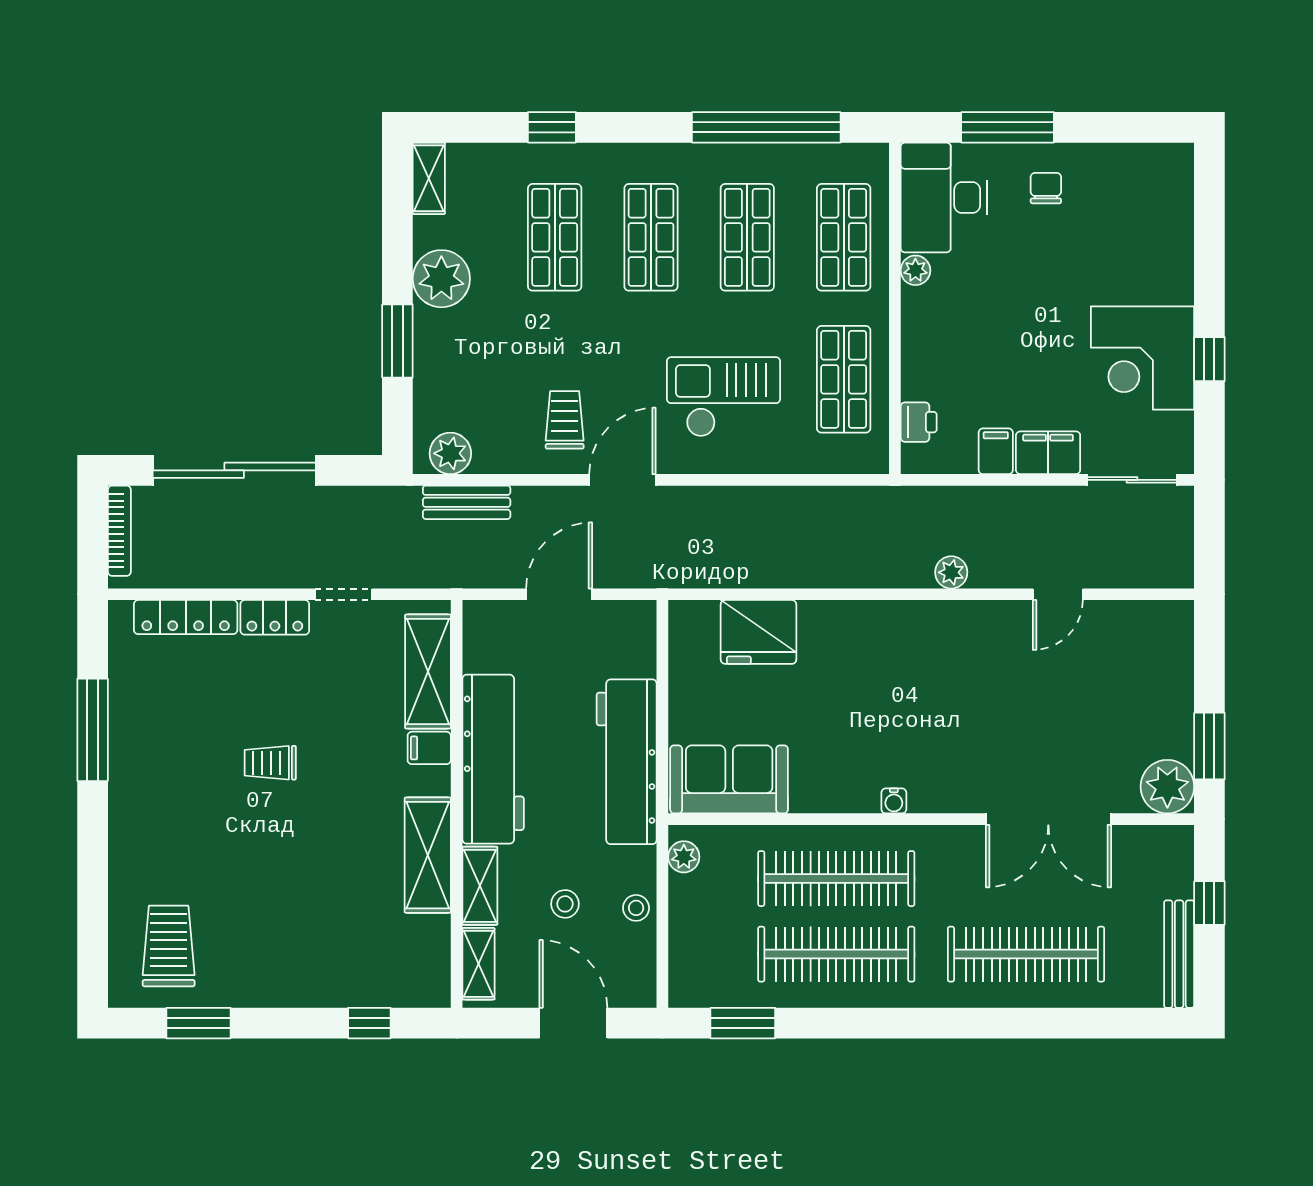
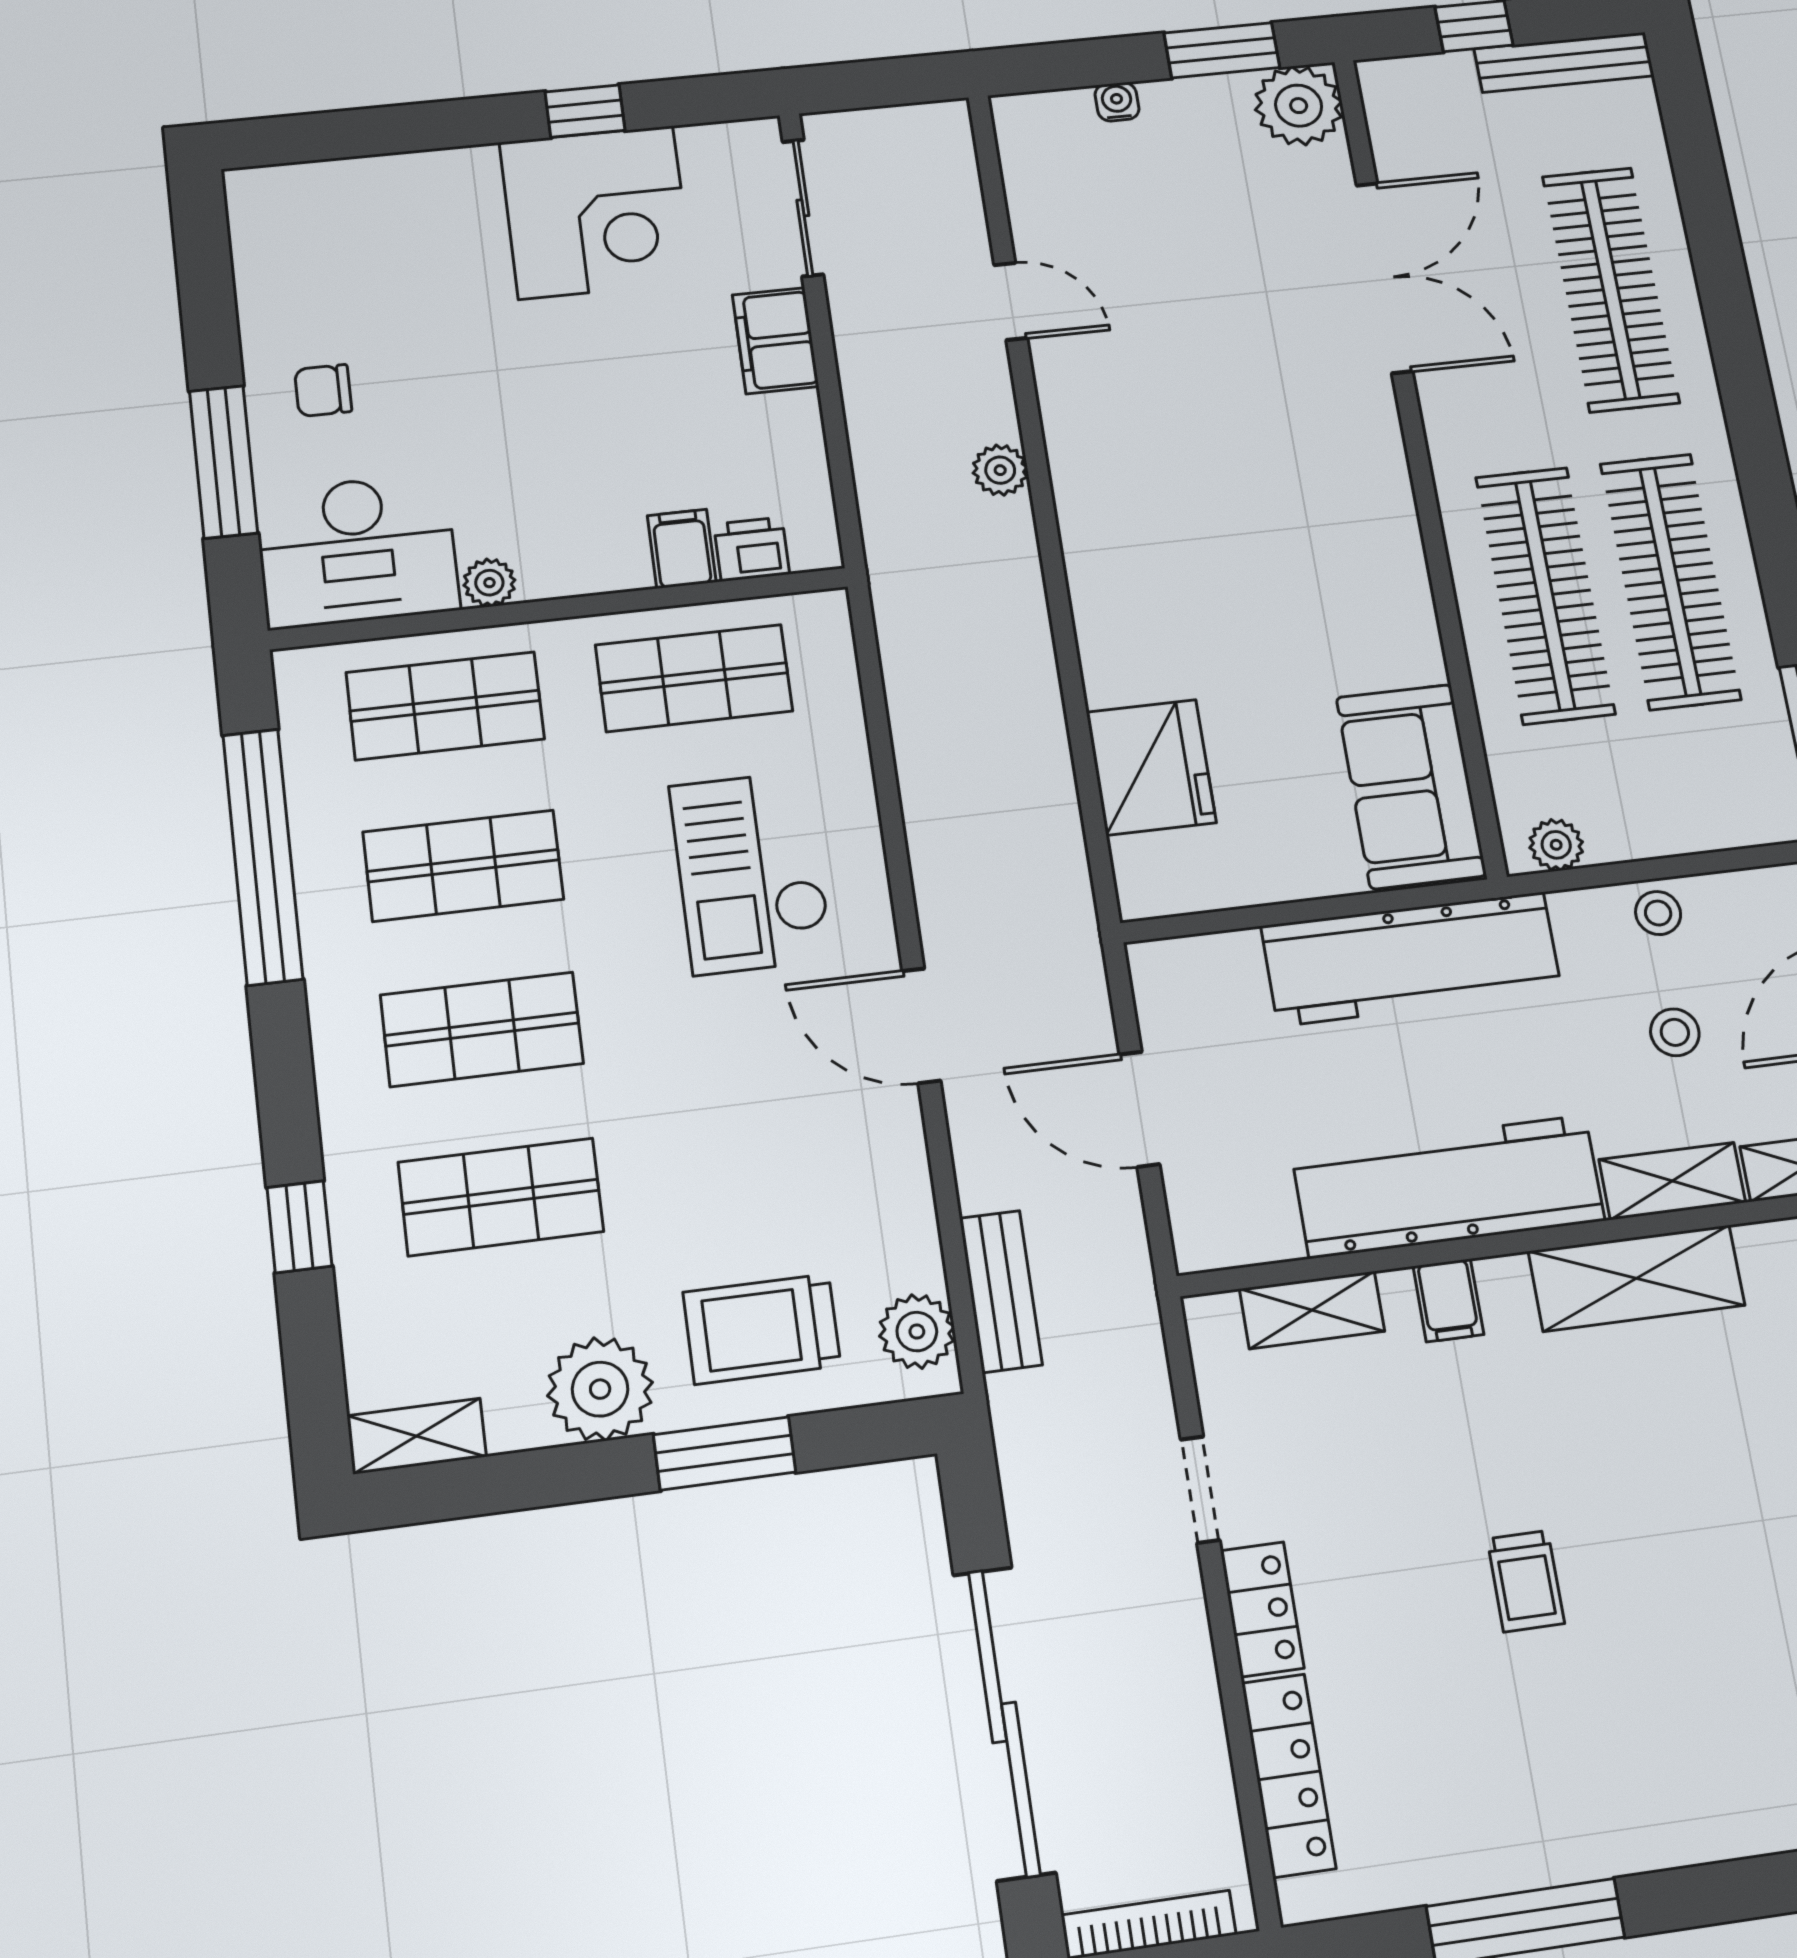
trolley: (565, 420) -> (762, 1329), moved, width x1.36, depth x1.39
filing cabinet: (996, 451) -> (682, 549), moved, turned 90
shelving: (428, 672) -> (1312, 1310), width x0.67, depth x0.75
water cooler: (894, 801) -> (1117, 102), moved, turned -90

